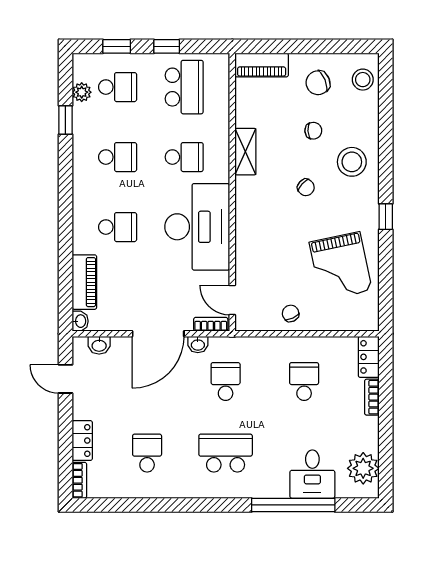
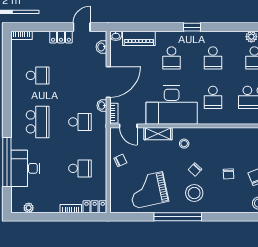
window: (65, 120) -> (192, 27), moved
shelving: (245, 152) -> (158, 134), moved
stool: (352, 162) -> (194, 193), moved
stool: (262, 206) -> (184, 144), added
window: (386, 217) -> (178, 217), width x3.17
door: (232, 300) -> (128, 126), swing flipped
door: (158, 334) -> (108, 82), swing flipped
locker: (82, 441) -> (61, 37), moved
plant: (363, 468) -> (29, 208), width x0.53, depth x0.53
desk: (312, 474) -> (25, 168), width x1.37

